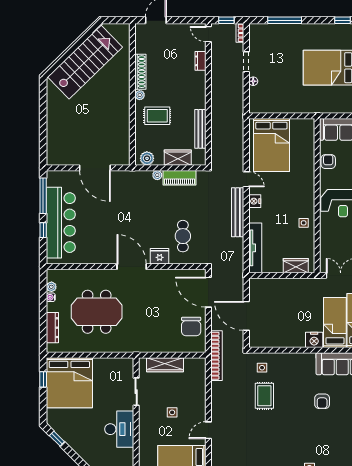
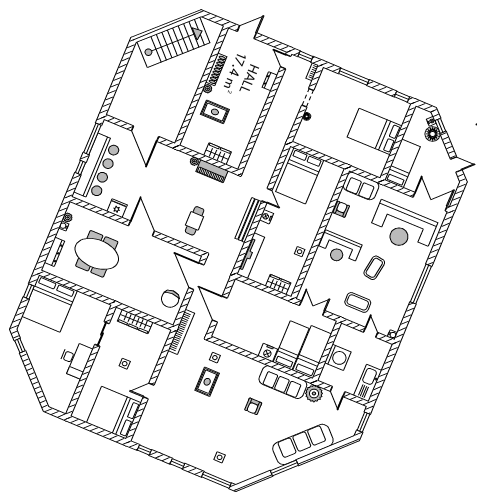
bench: (200, 129) -> (246, 138), removed
plant: (147, 158) -> (192, 144), removed
fridge: (160, 256) -> (117, 208), moved

